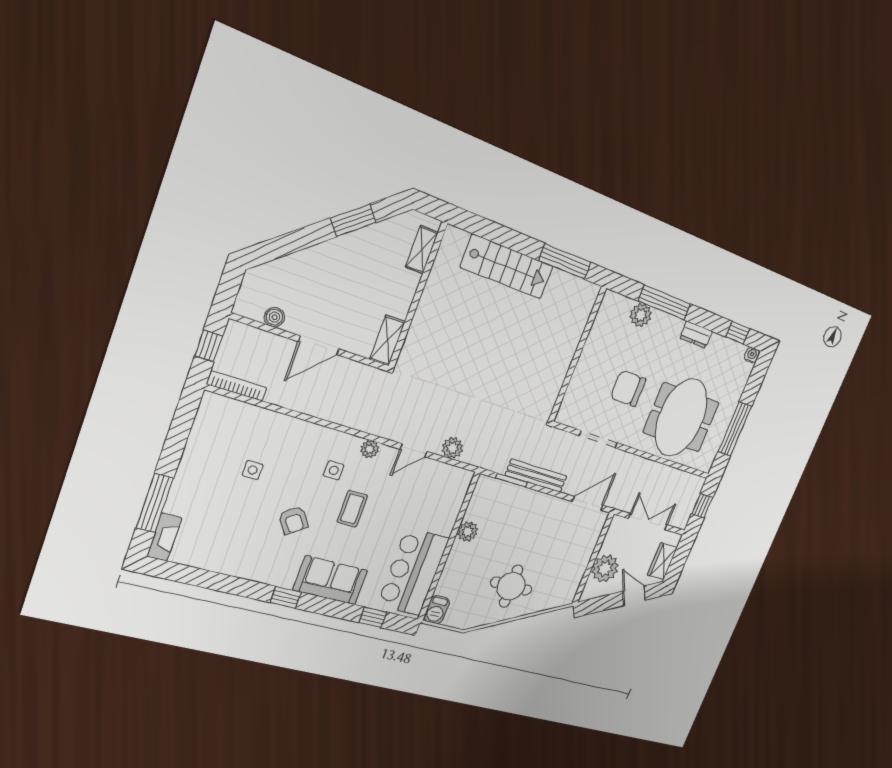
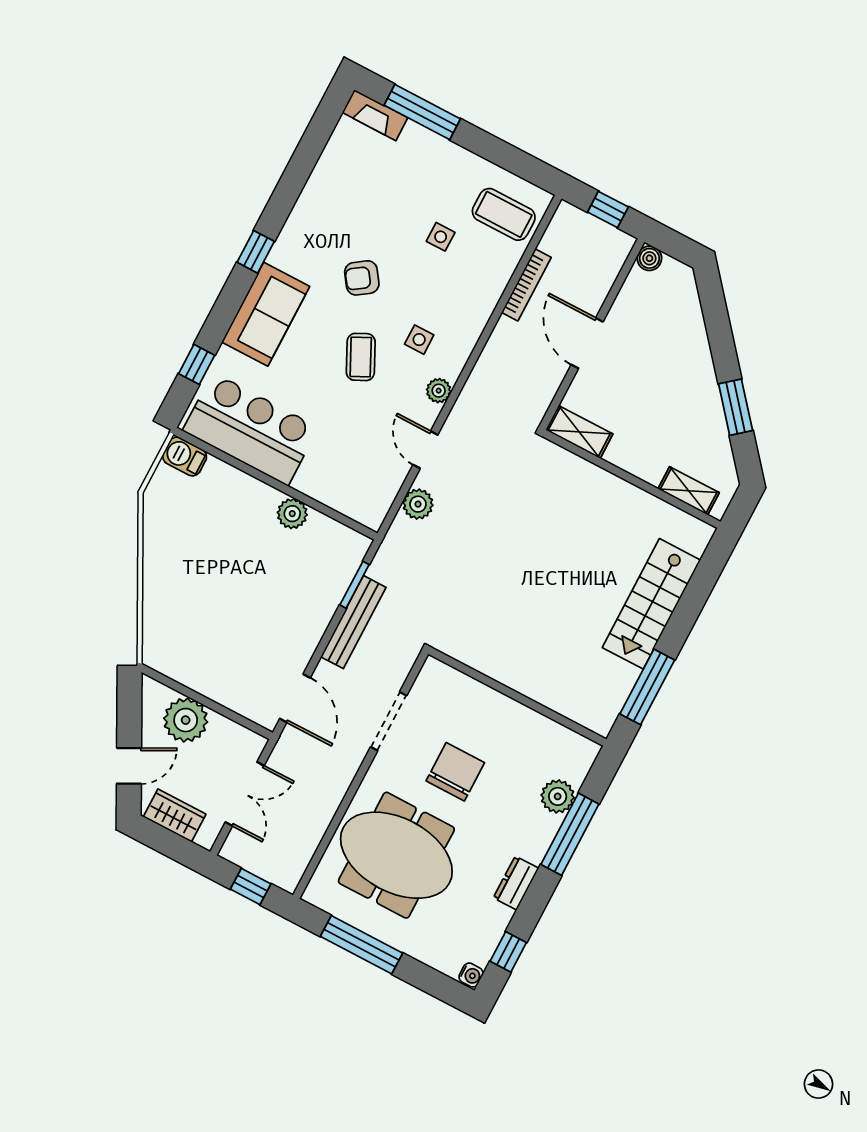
boiler: (275, 317) -> (649, 258), moved
bookcase: (237, 386) -> (526, 285), moved
coffee table: (227, 426) -> (504, 214), added
coffee table: (352, 509) -> (361, 357), turned 64
round table: (511, 586) -> (193, 570), removed

